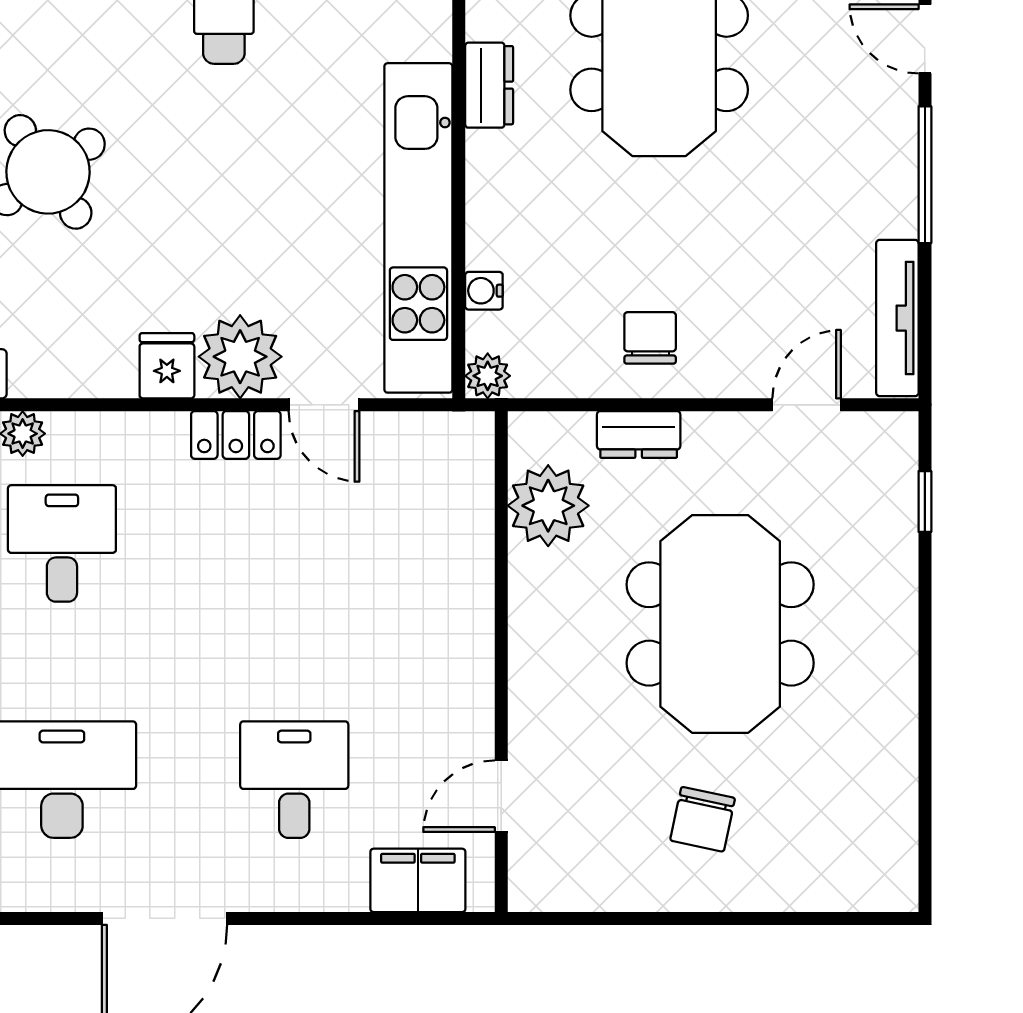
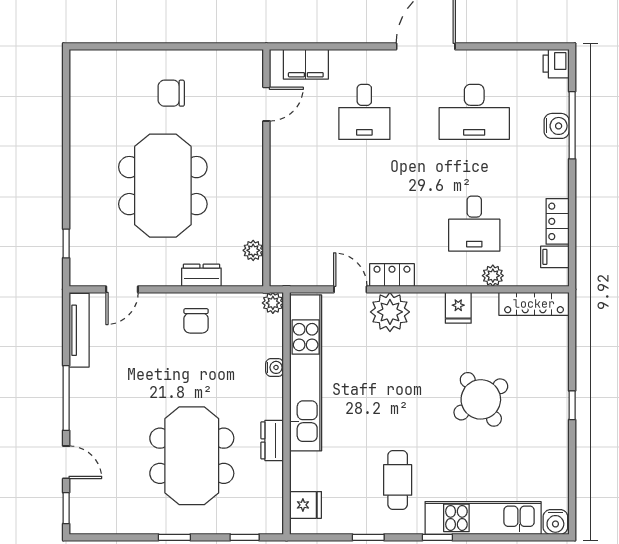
water cooler: (484, 291) -> (275, 367), moved
fridge: (167, 366) -> (458, 308), moved
plant: (548, 506) -> (253, 250), width x0.53, depth x0.53
chair: (703, 819) -> (171, 93), turned -102

